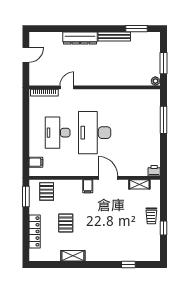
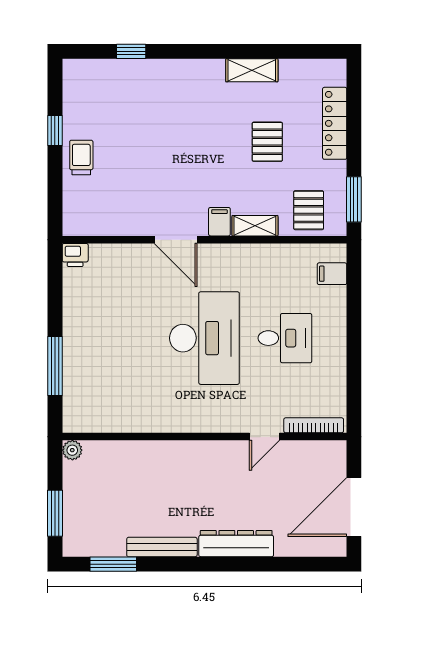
door: (26, 55) -> (354, 507), width x1.88
window: (163, 63) -> (55, 513), moved
desk: (58, 133) -> (285, 338), width x0.73
shelving: (139, 184) -> (255, 226), moved

